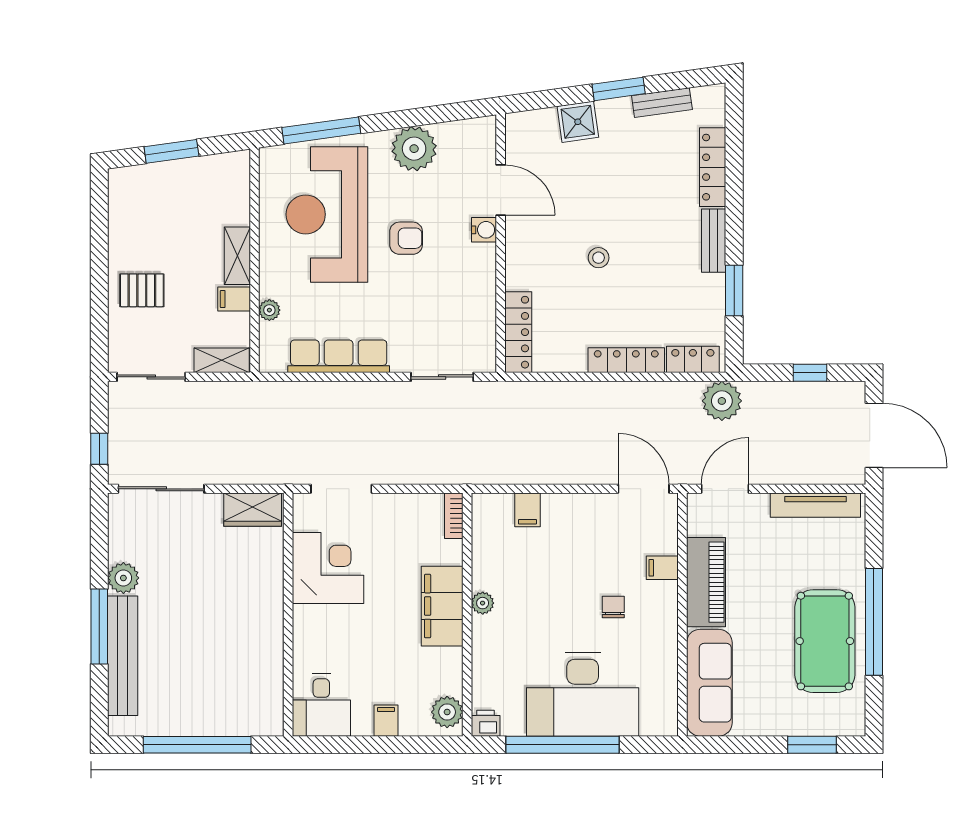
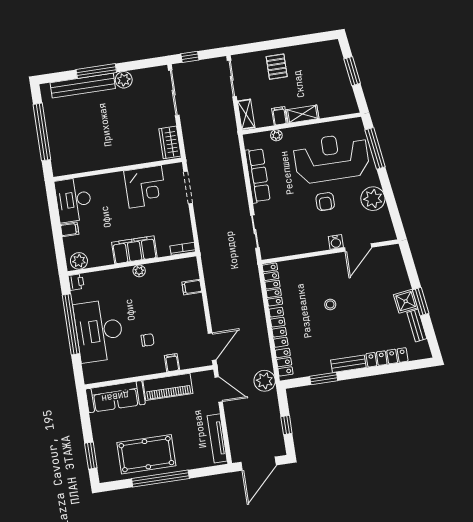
shower: (578, 122) -> (406, 301), moved
locker: (518, 332) -> (272, 285), moved, turned -90
desk: (321, 705) -> (74, 200), width x1.37

